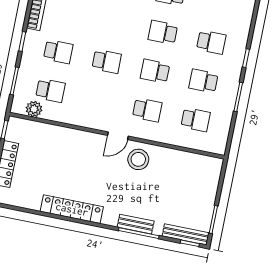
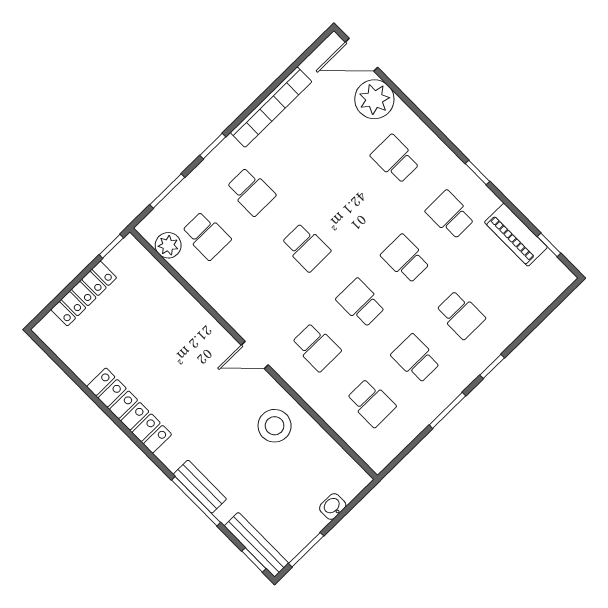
stool: (138, 159) -> (275, 426), moved
washbasin: (212, 188) -> (333, 507), added

